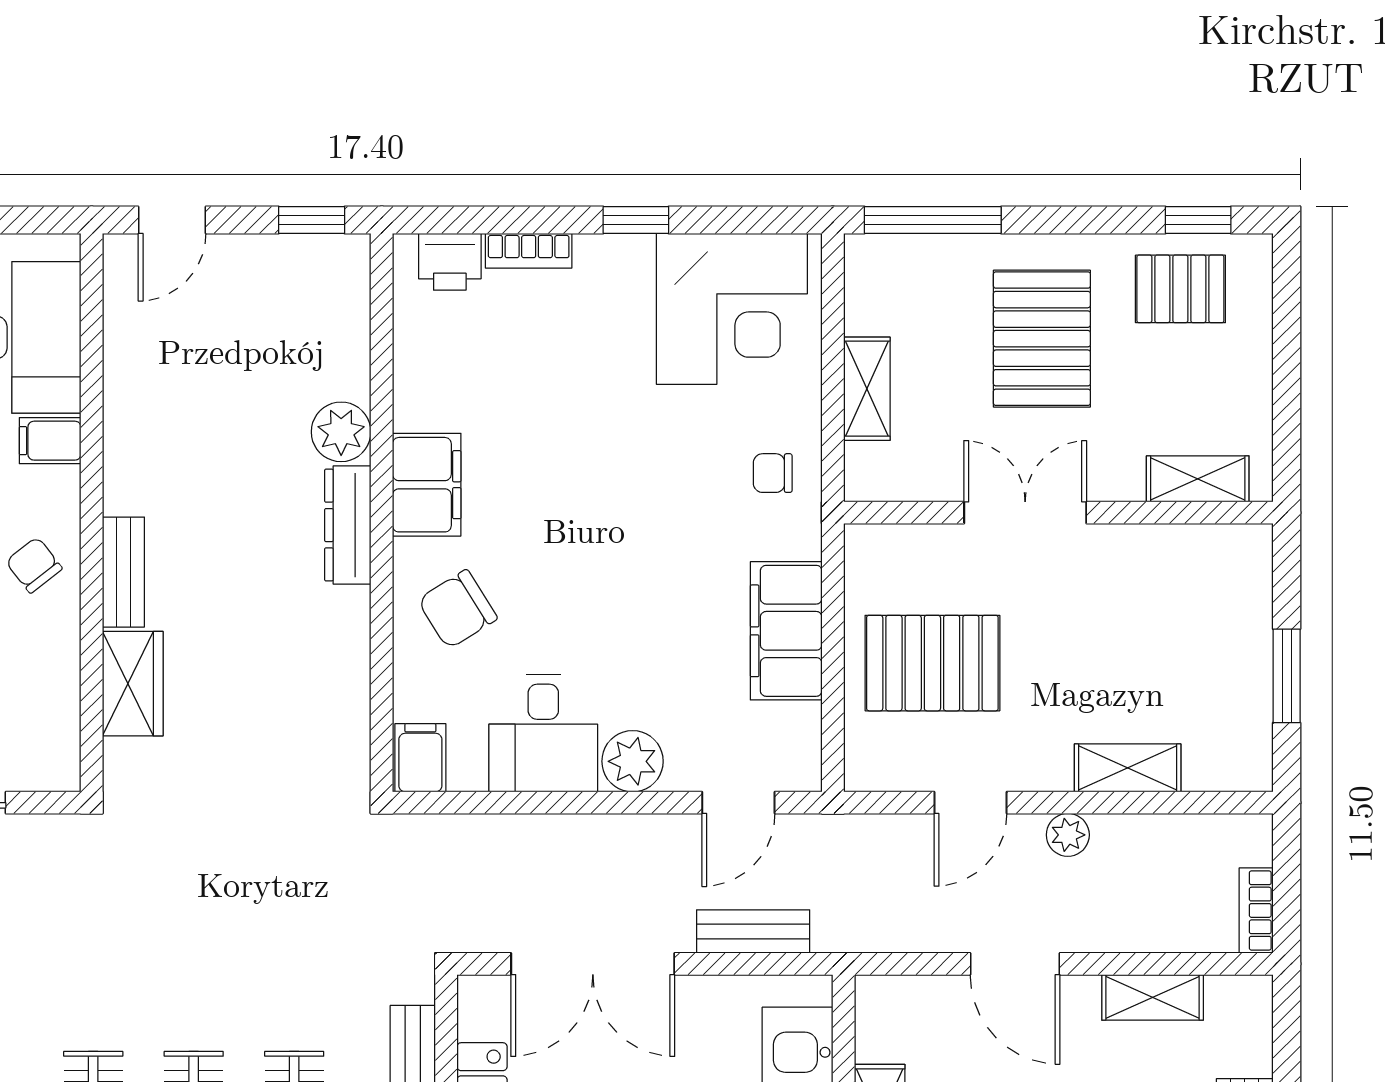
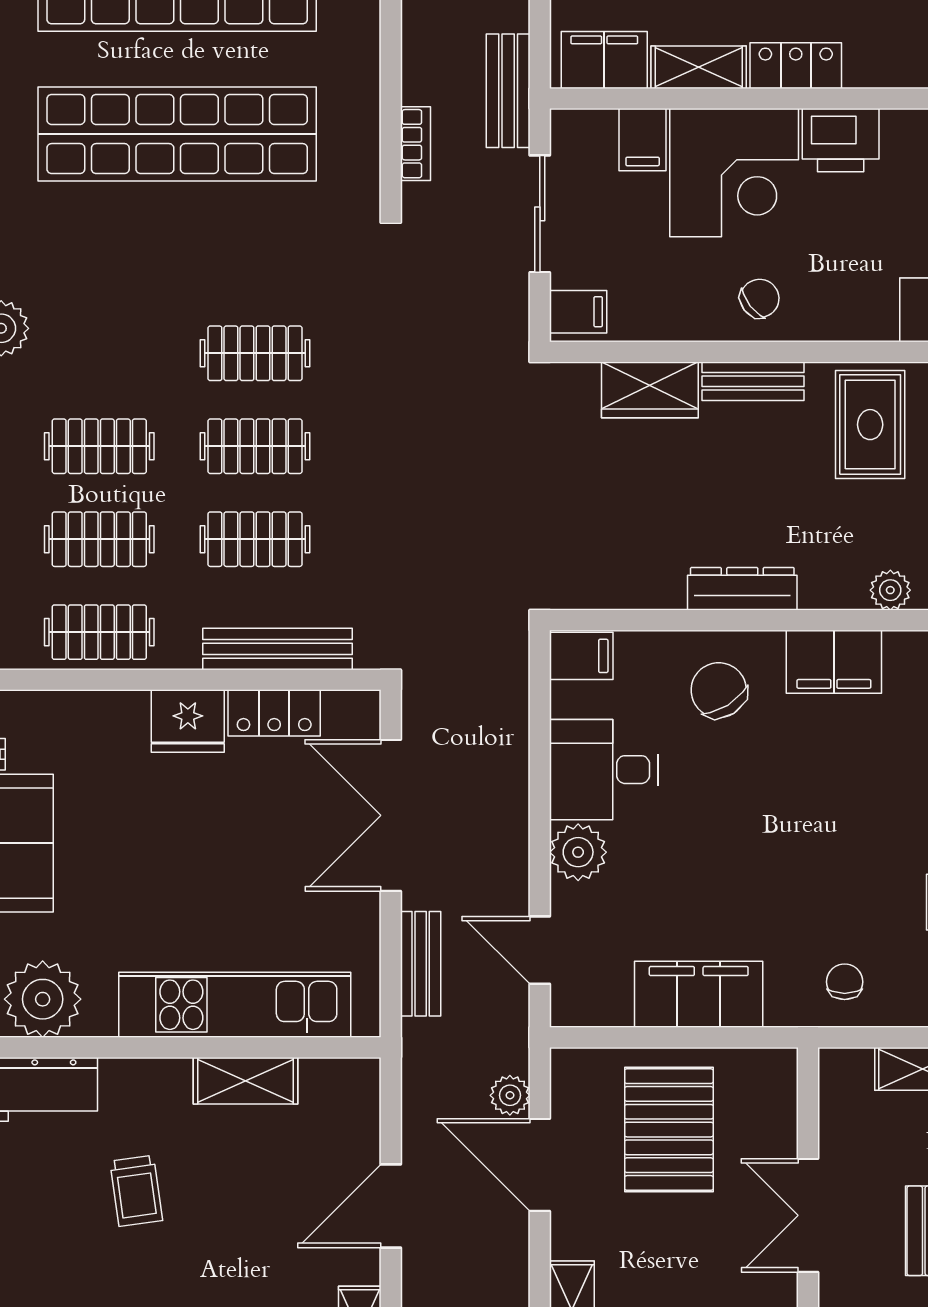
plant: (341, 432) -> (890, 590), width x0.73, depth x0.73
filing cabinet: (50, 441) -> (578, 312), moved, turned 90
rug: (170, 446) -> (870, 425), added
double door: (1025, 513) -> (808, 1215), swing flipped
dresser: (348, 525) -> (742, 589), moved
door: (971, 803) -> (540, 1165), width x1.38
plant: (1068, 835) -> (510, 1095), moved

